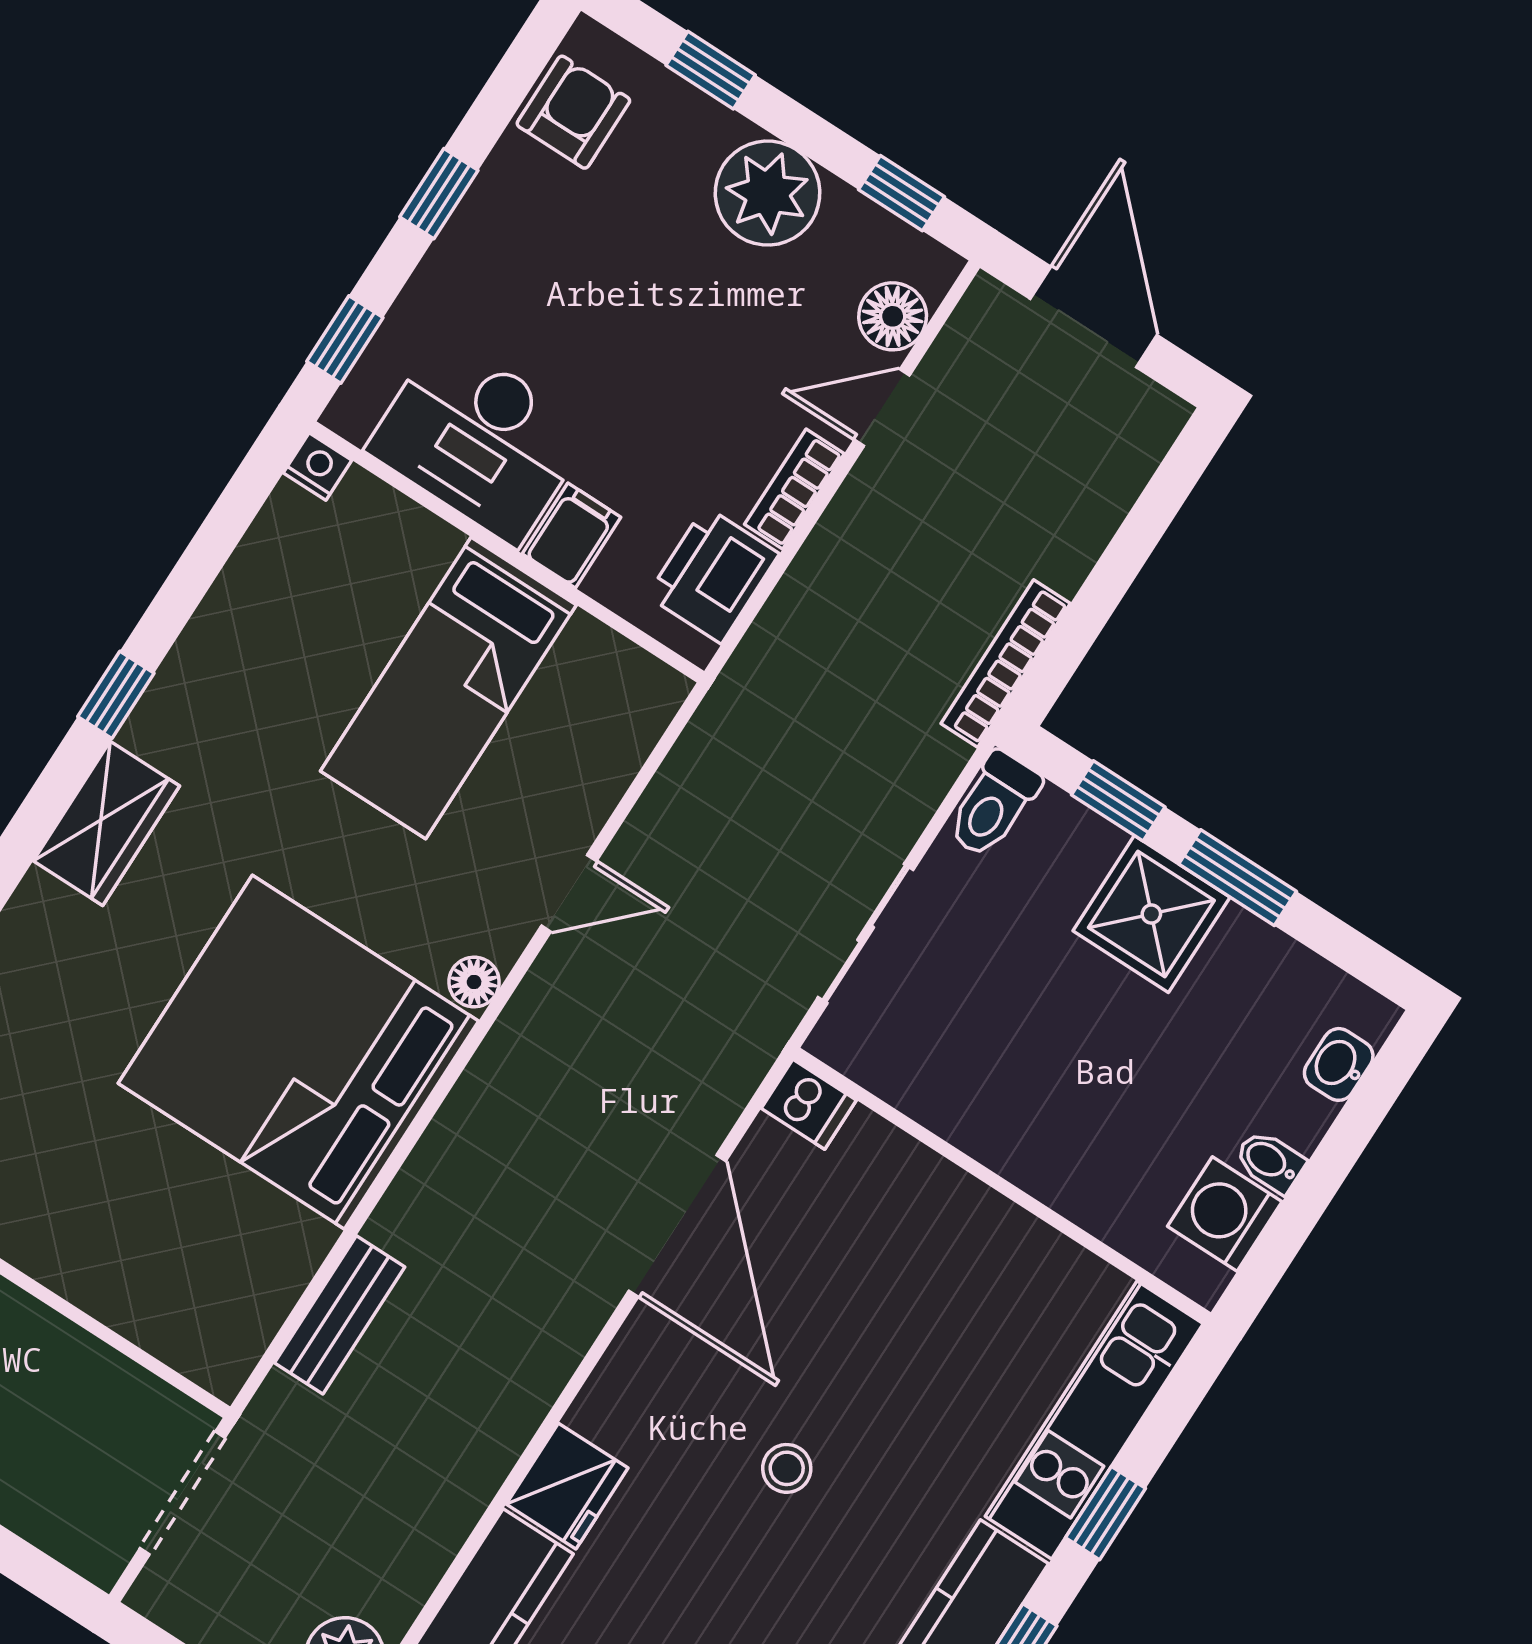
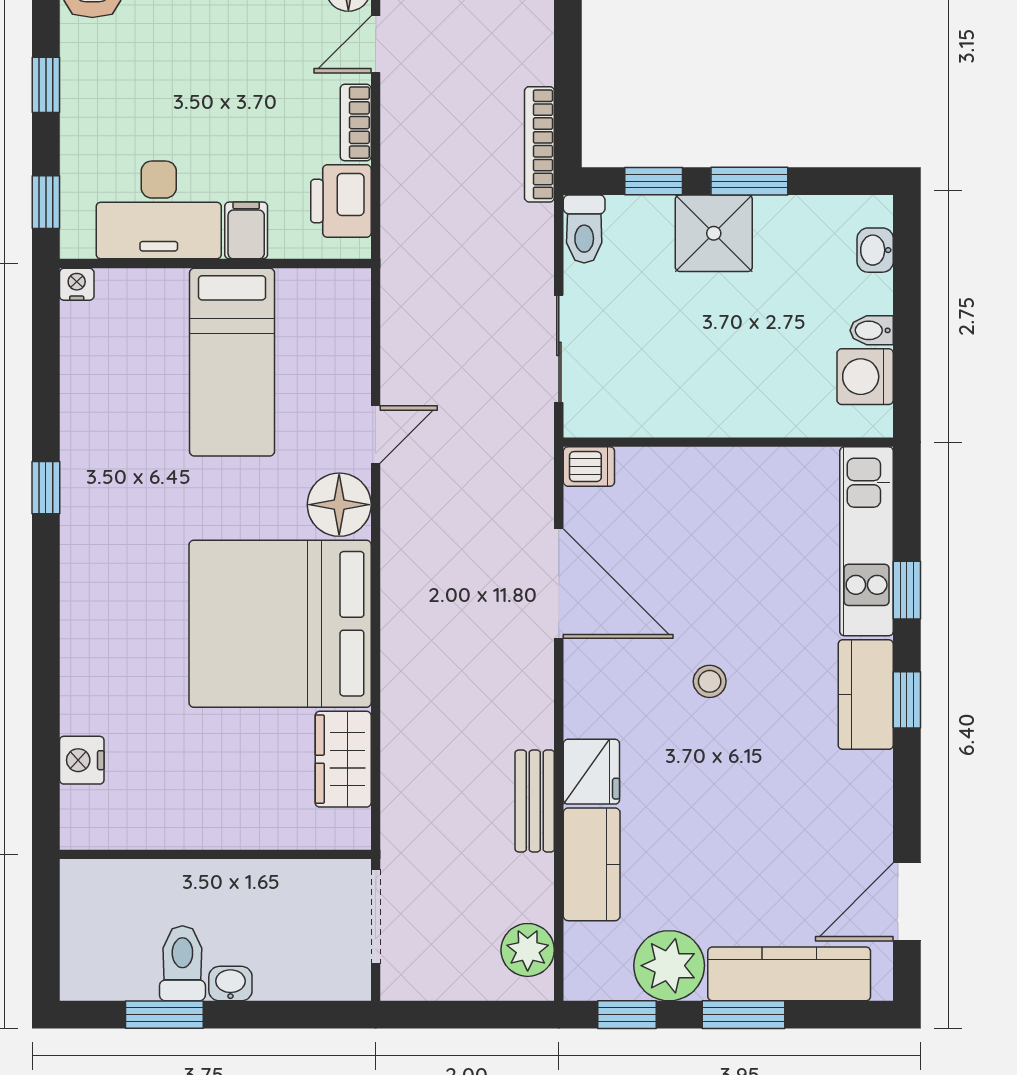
wardrobe: (106, 823) -> (343, 759), moved, turned 180
floor lamp: (474, 982) -> (339, 505), width x1.89, depth x1.89
bench: (340, 1315) -> (535, 801), moved

